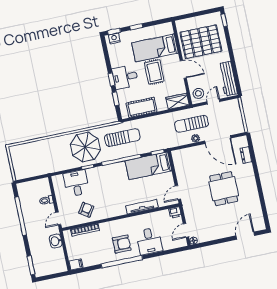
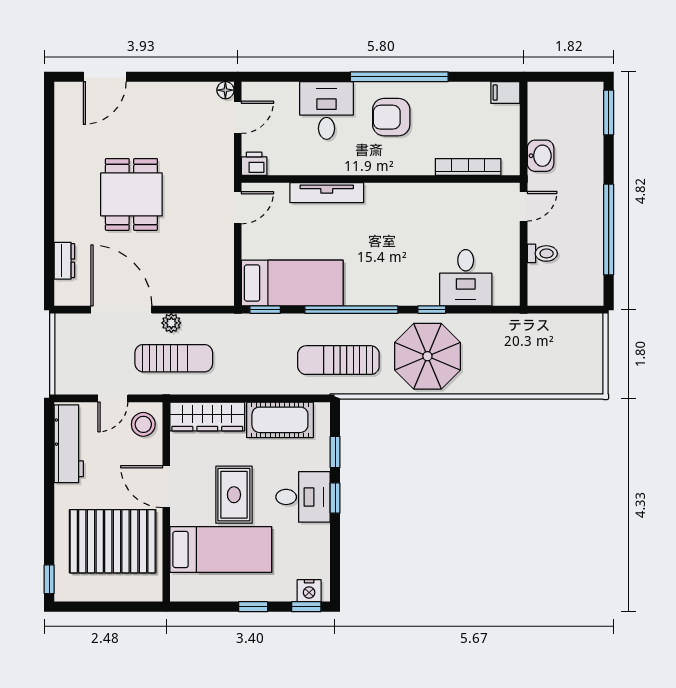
wardrobe: (177, 101) -> (207, 416), width x1.50
armchair: (86, 210) -> (456, 213), removed

